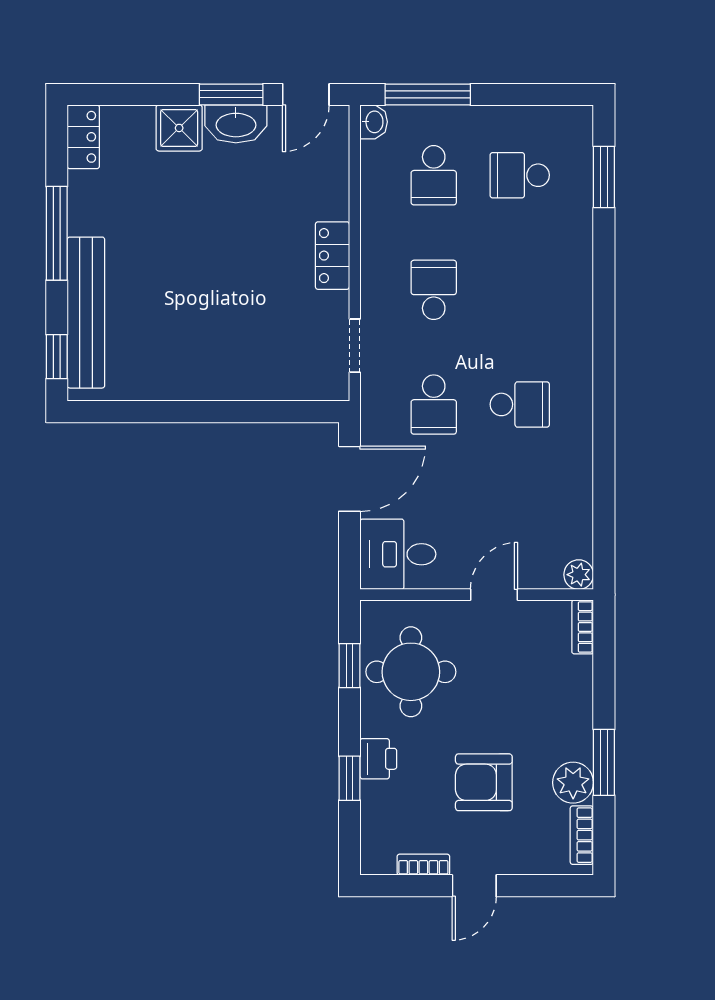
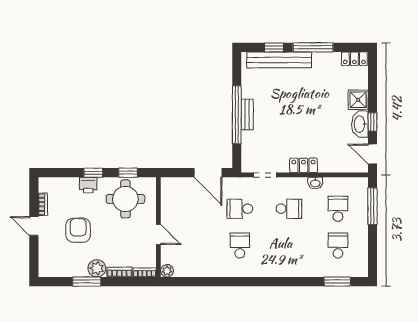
window: (231, 94) -> (372, 122), width x0.67
washbasin: (374, 122) -> (315, 183), moved
school desk: (434, 175) -> (338, 209), turned 90
window: (57, 357) -> (274, 47), moved
bench: (214, 387) -> (247, 114), added
school desk: (520, 404) -> (240, 246), turned 180
window: (214, 412) -> (237, 115), added
desk: (398, 554) -> (176, 193), removed
window: (350, 778) -> (93, 173), moved
plant: (573, 783) -> (97, 268), moved
bookcase: (582, 835) -> (119, 272), moved

